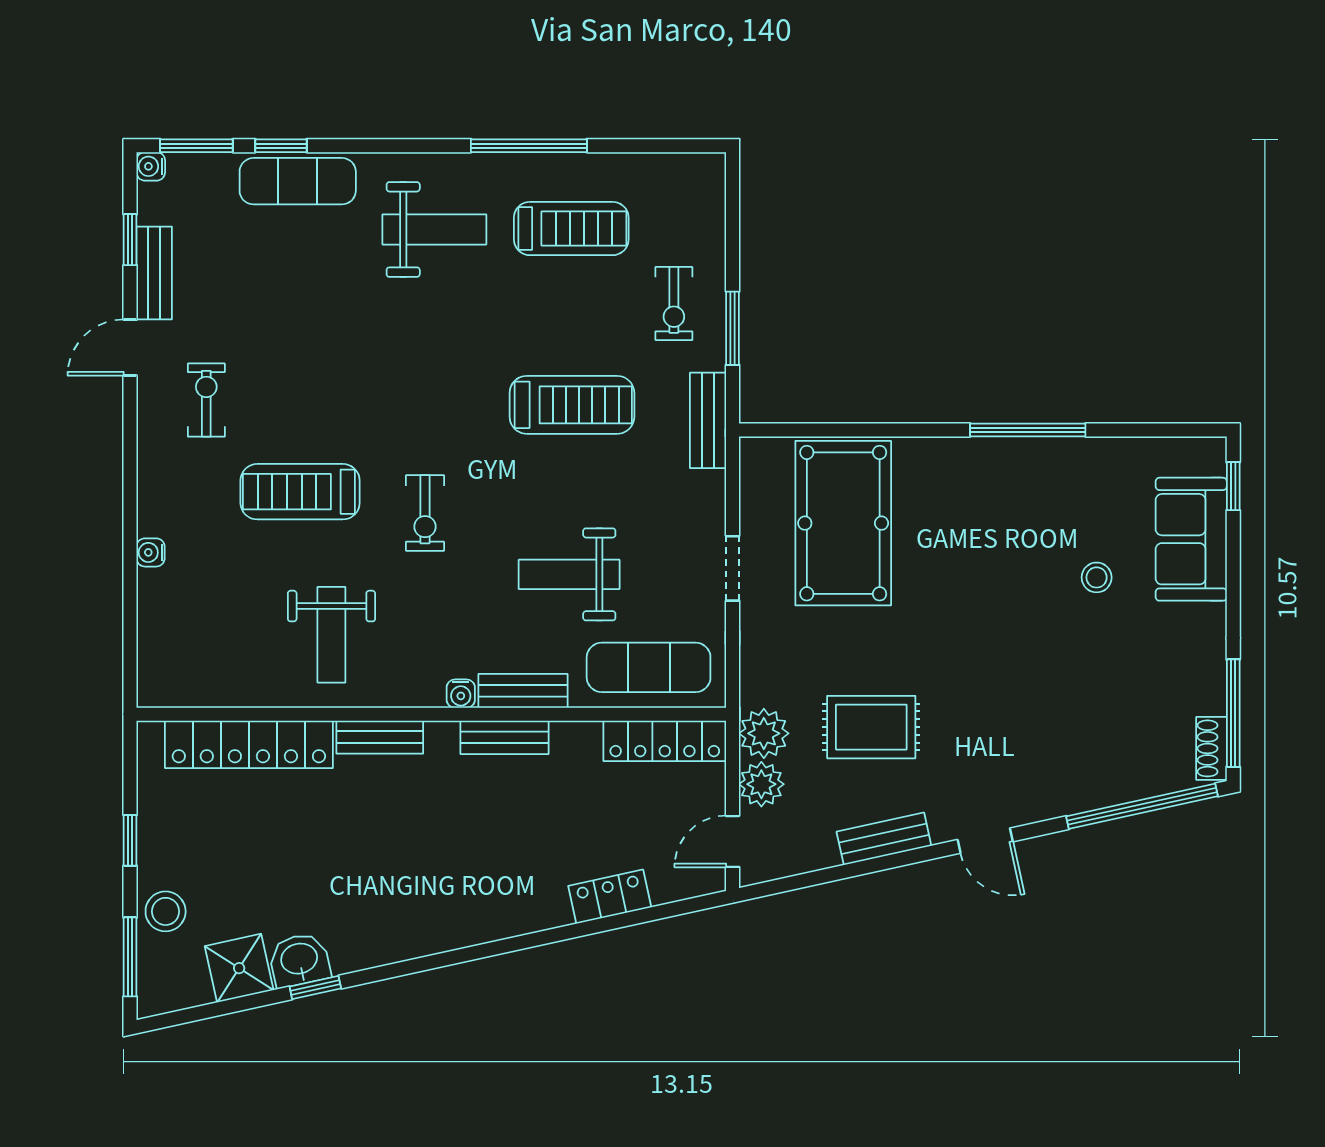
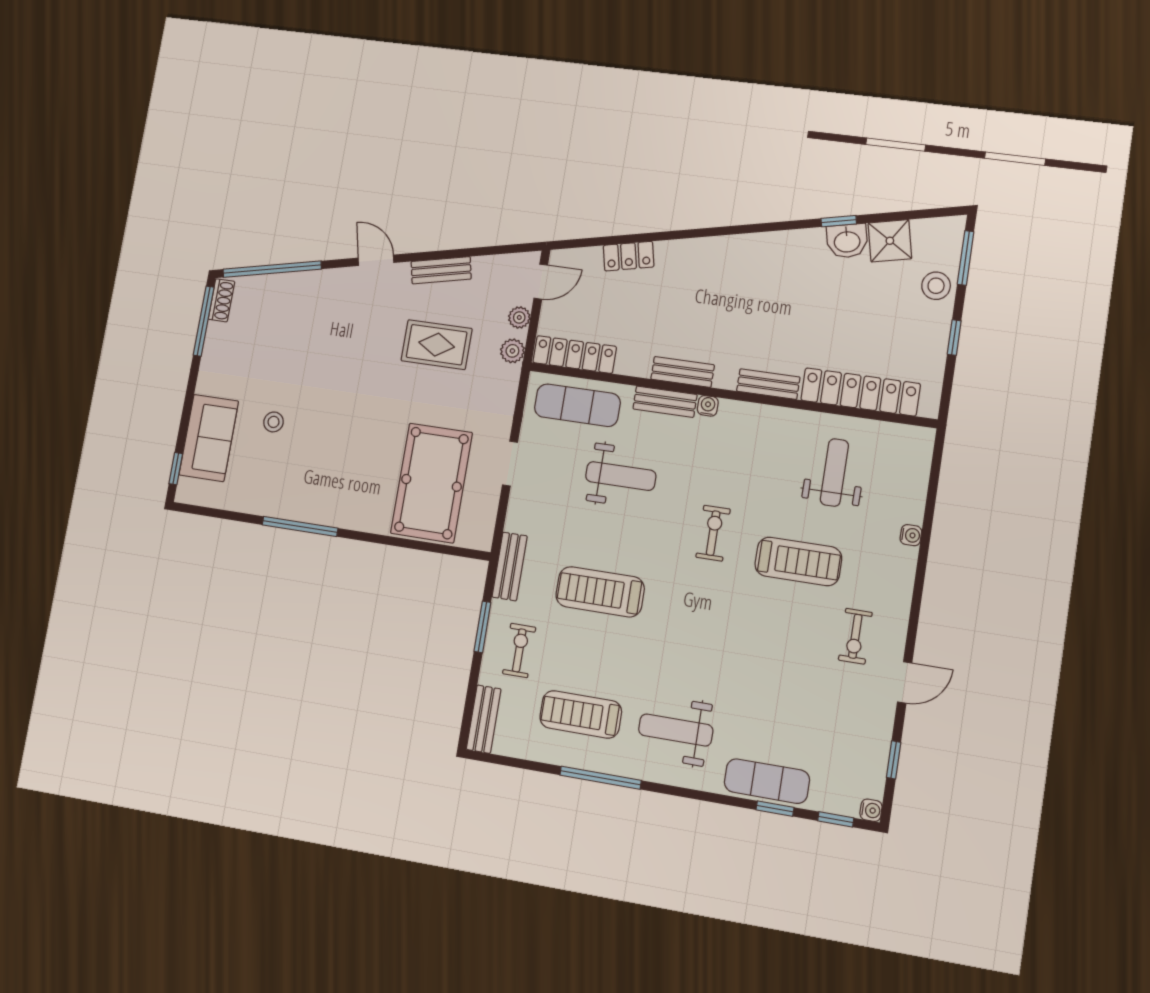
window: (196, 146) -> (836, 819), width x0.67
bench: (154, 273) -> (484, 719), moved
weight bench: (331, 635) -> (834, 473), moved
plant: (764, 733) -> (512, 351), width x0.73, depth x0.73
plant: (761, 784) -> (519, 317), width x0.73, depth x0.73

